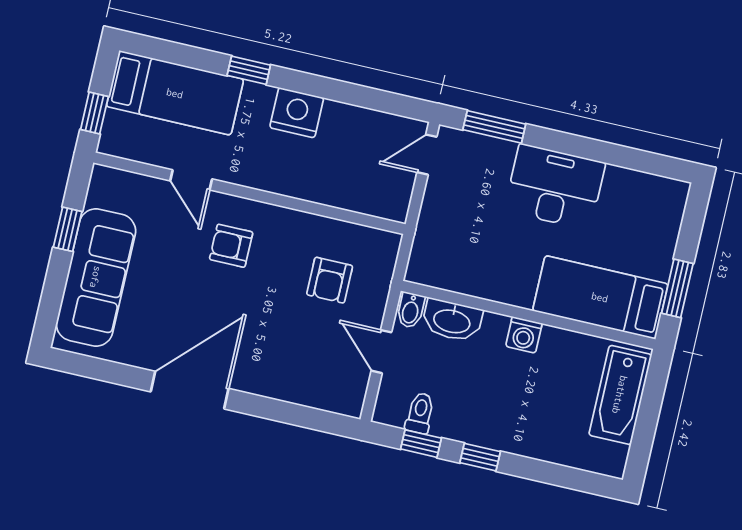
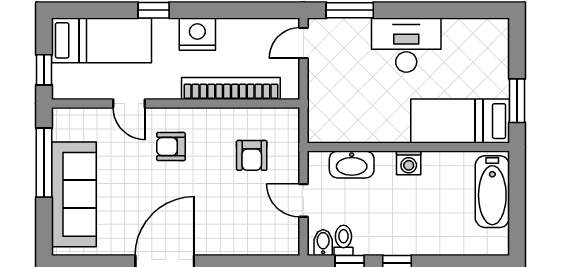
bookcase: (323, 191) -> (231, 89), added
window: (68, 229) -> (44, 163), width x2.17
bidet: (411, 310) -> (323, 243), moved, turned 180

